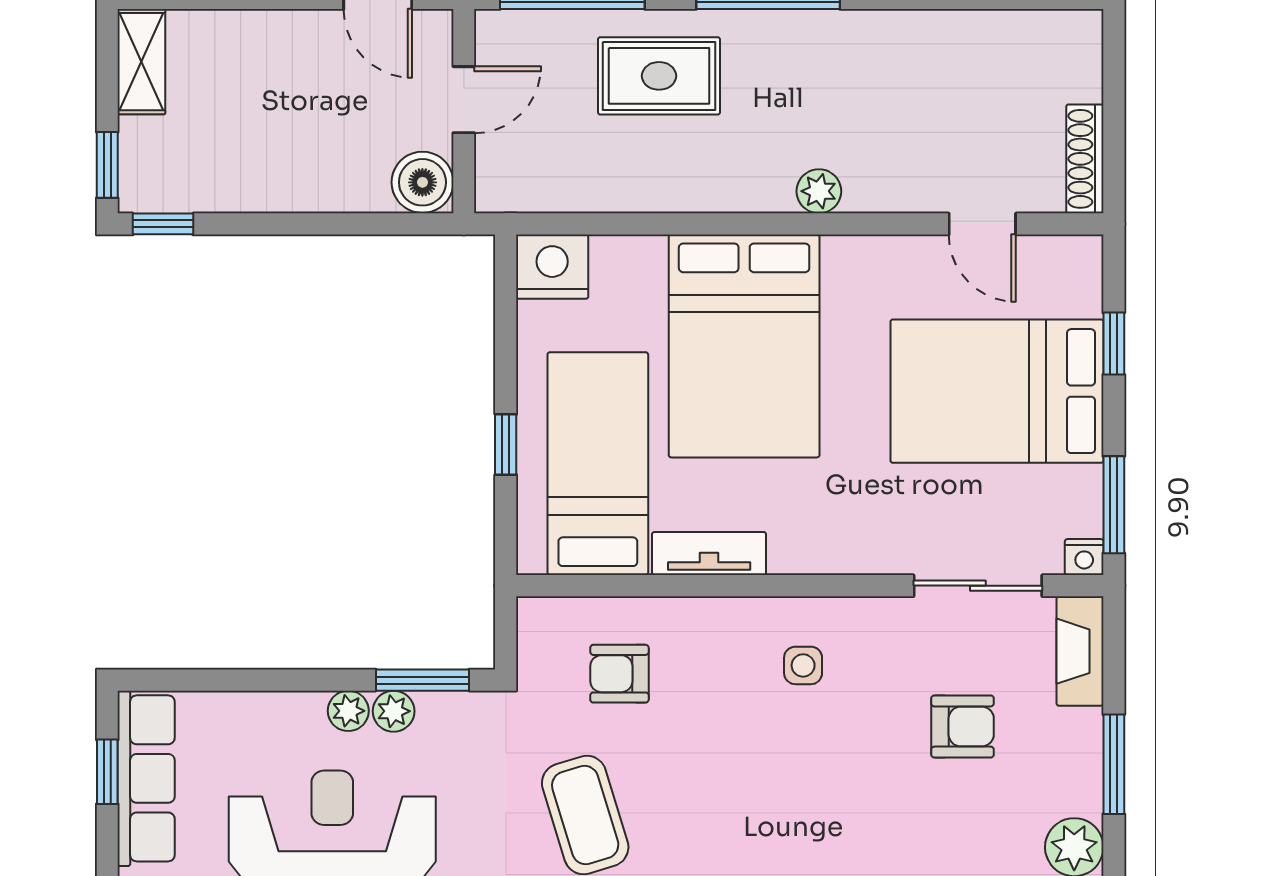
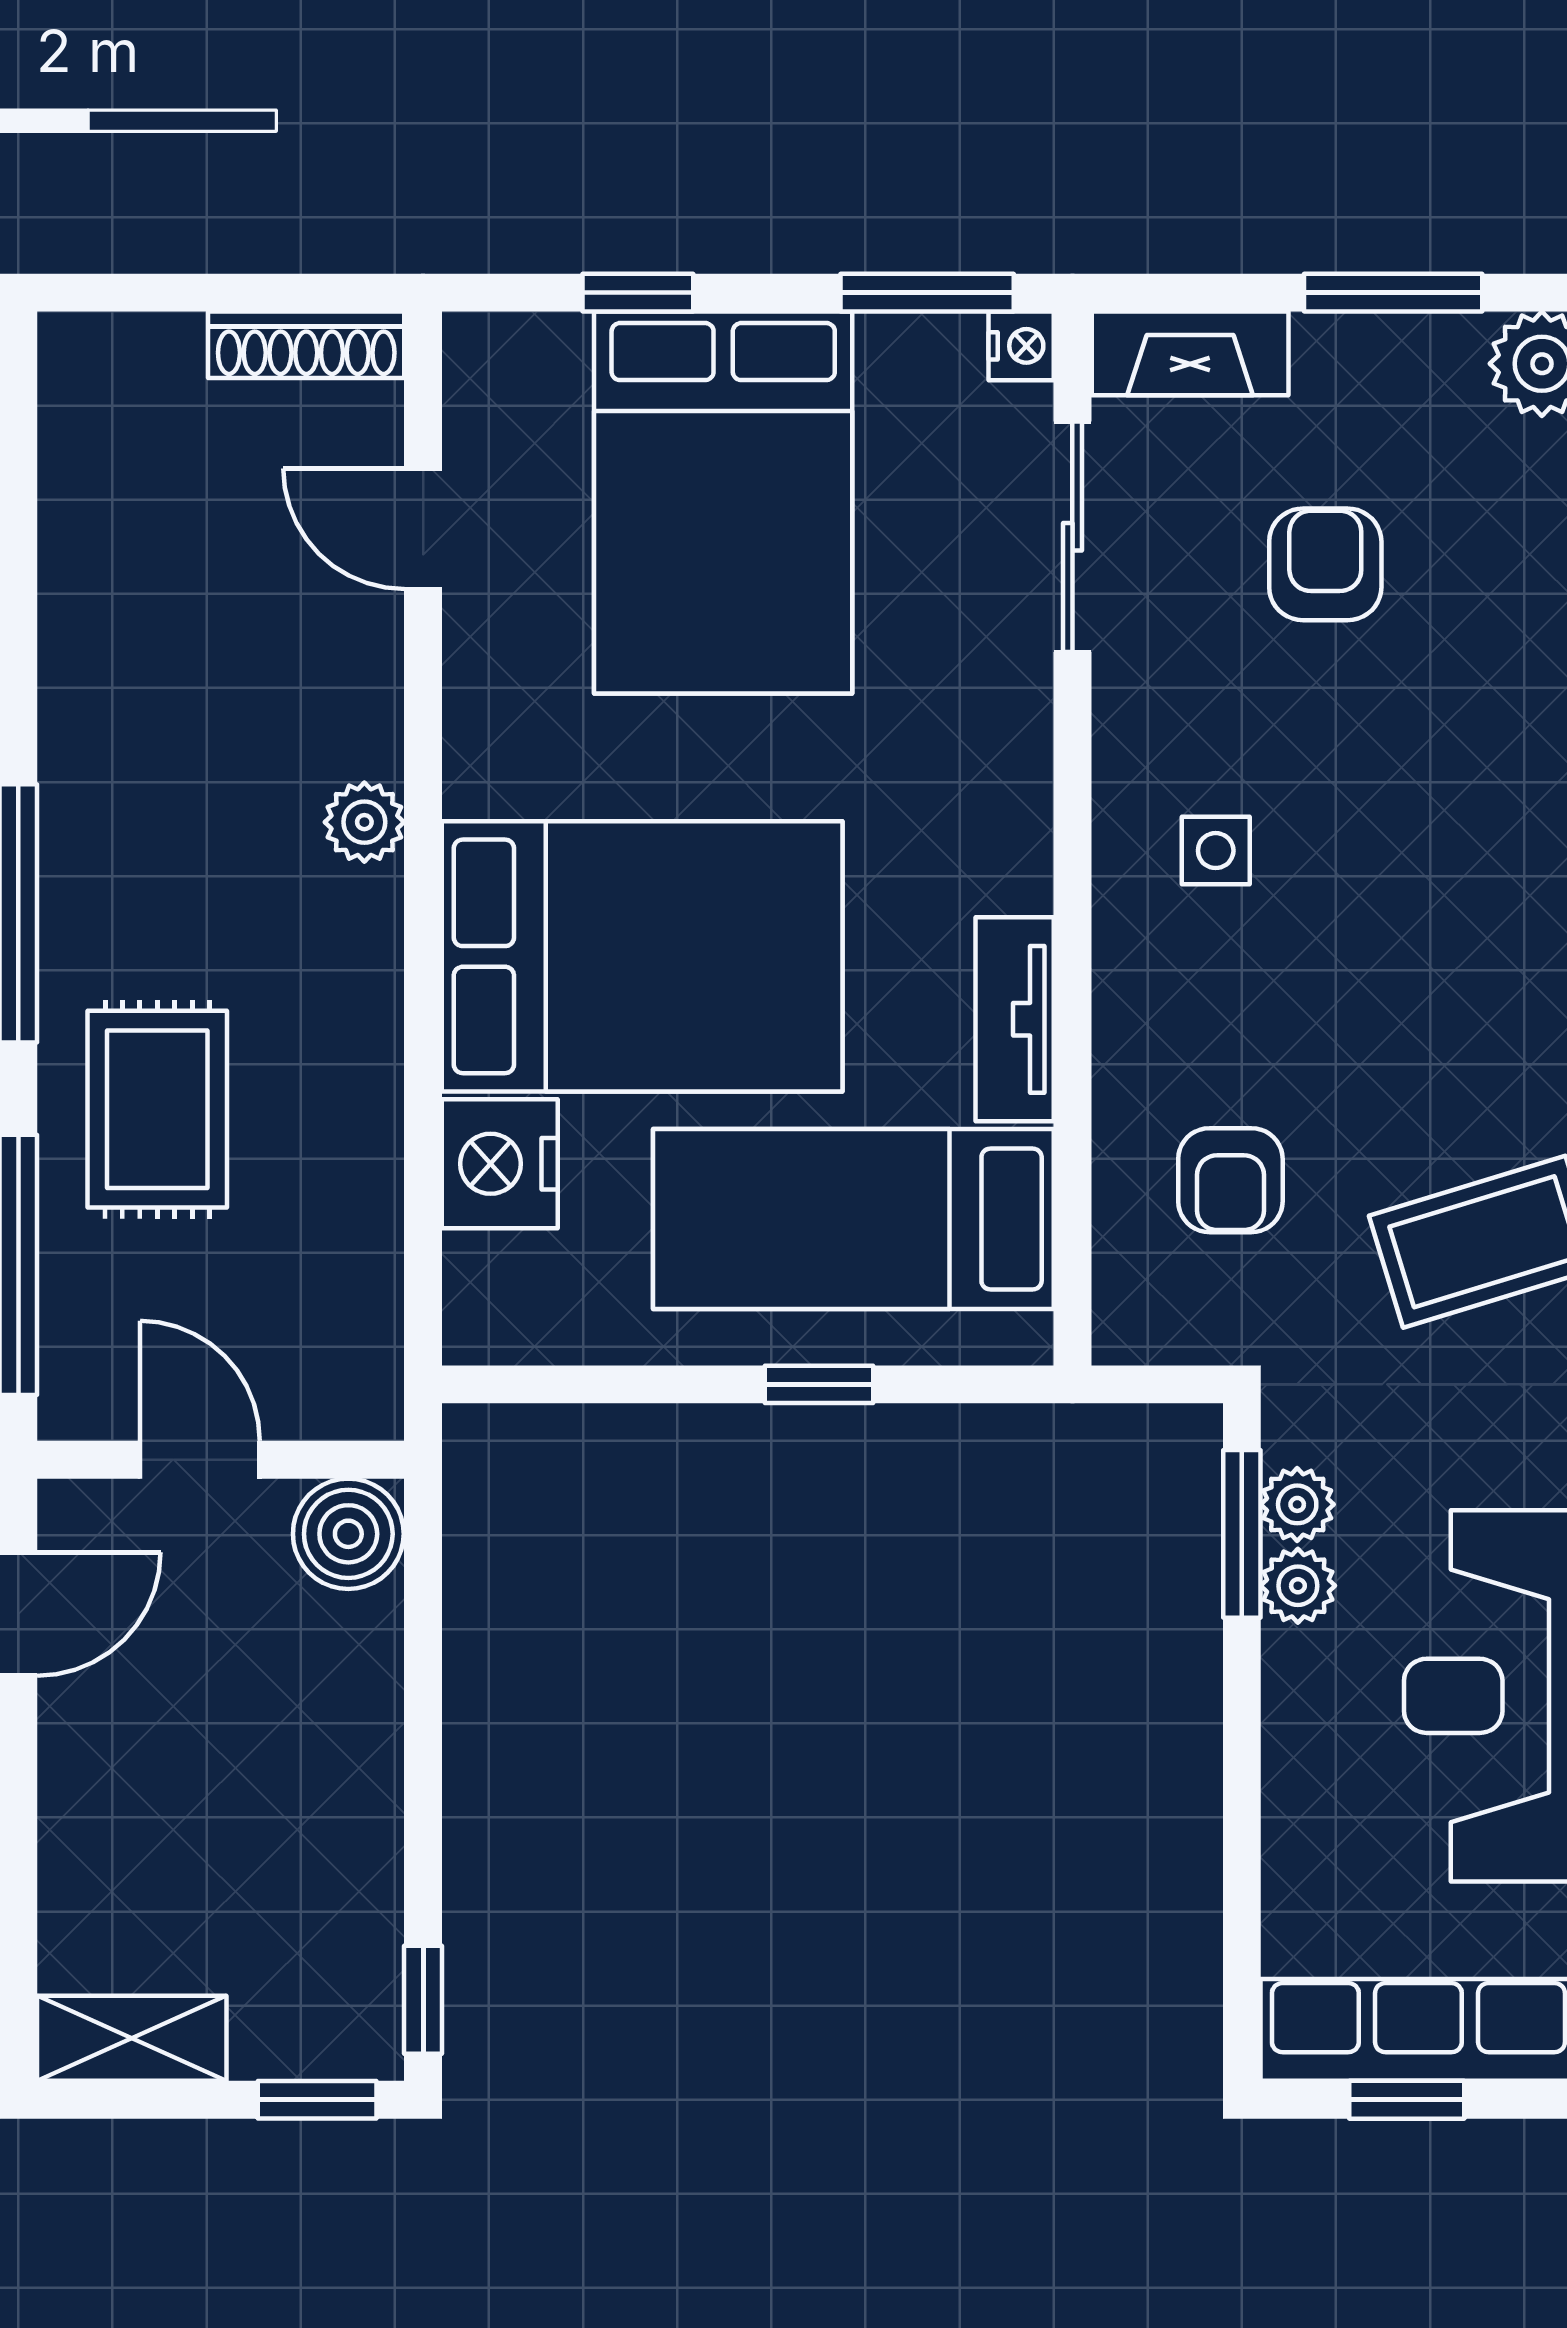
door: (982, 224) -> (423, 529), swing flipped
nightstand: (552, 267) -> (500, 1164), moved
plant: (348, 711) -> (1297, 1504), moved

